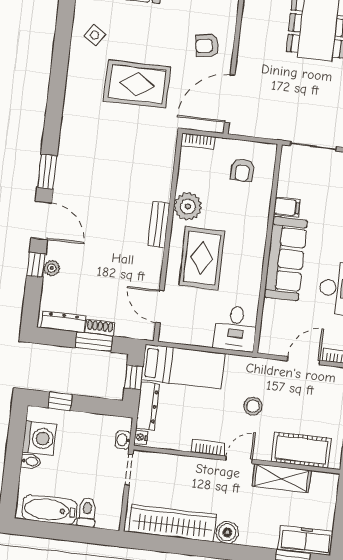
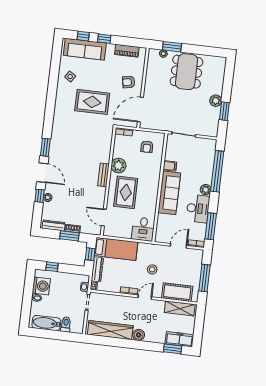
shelving: (282, 478) -> (180, 308), moved

